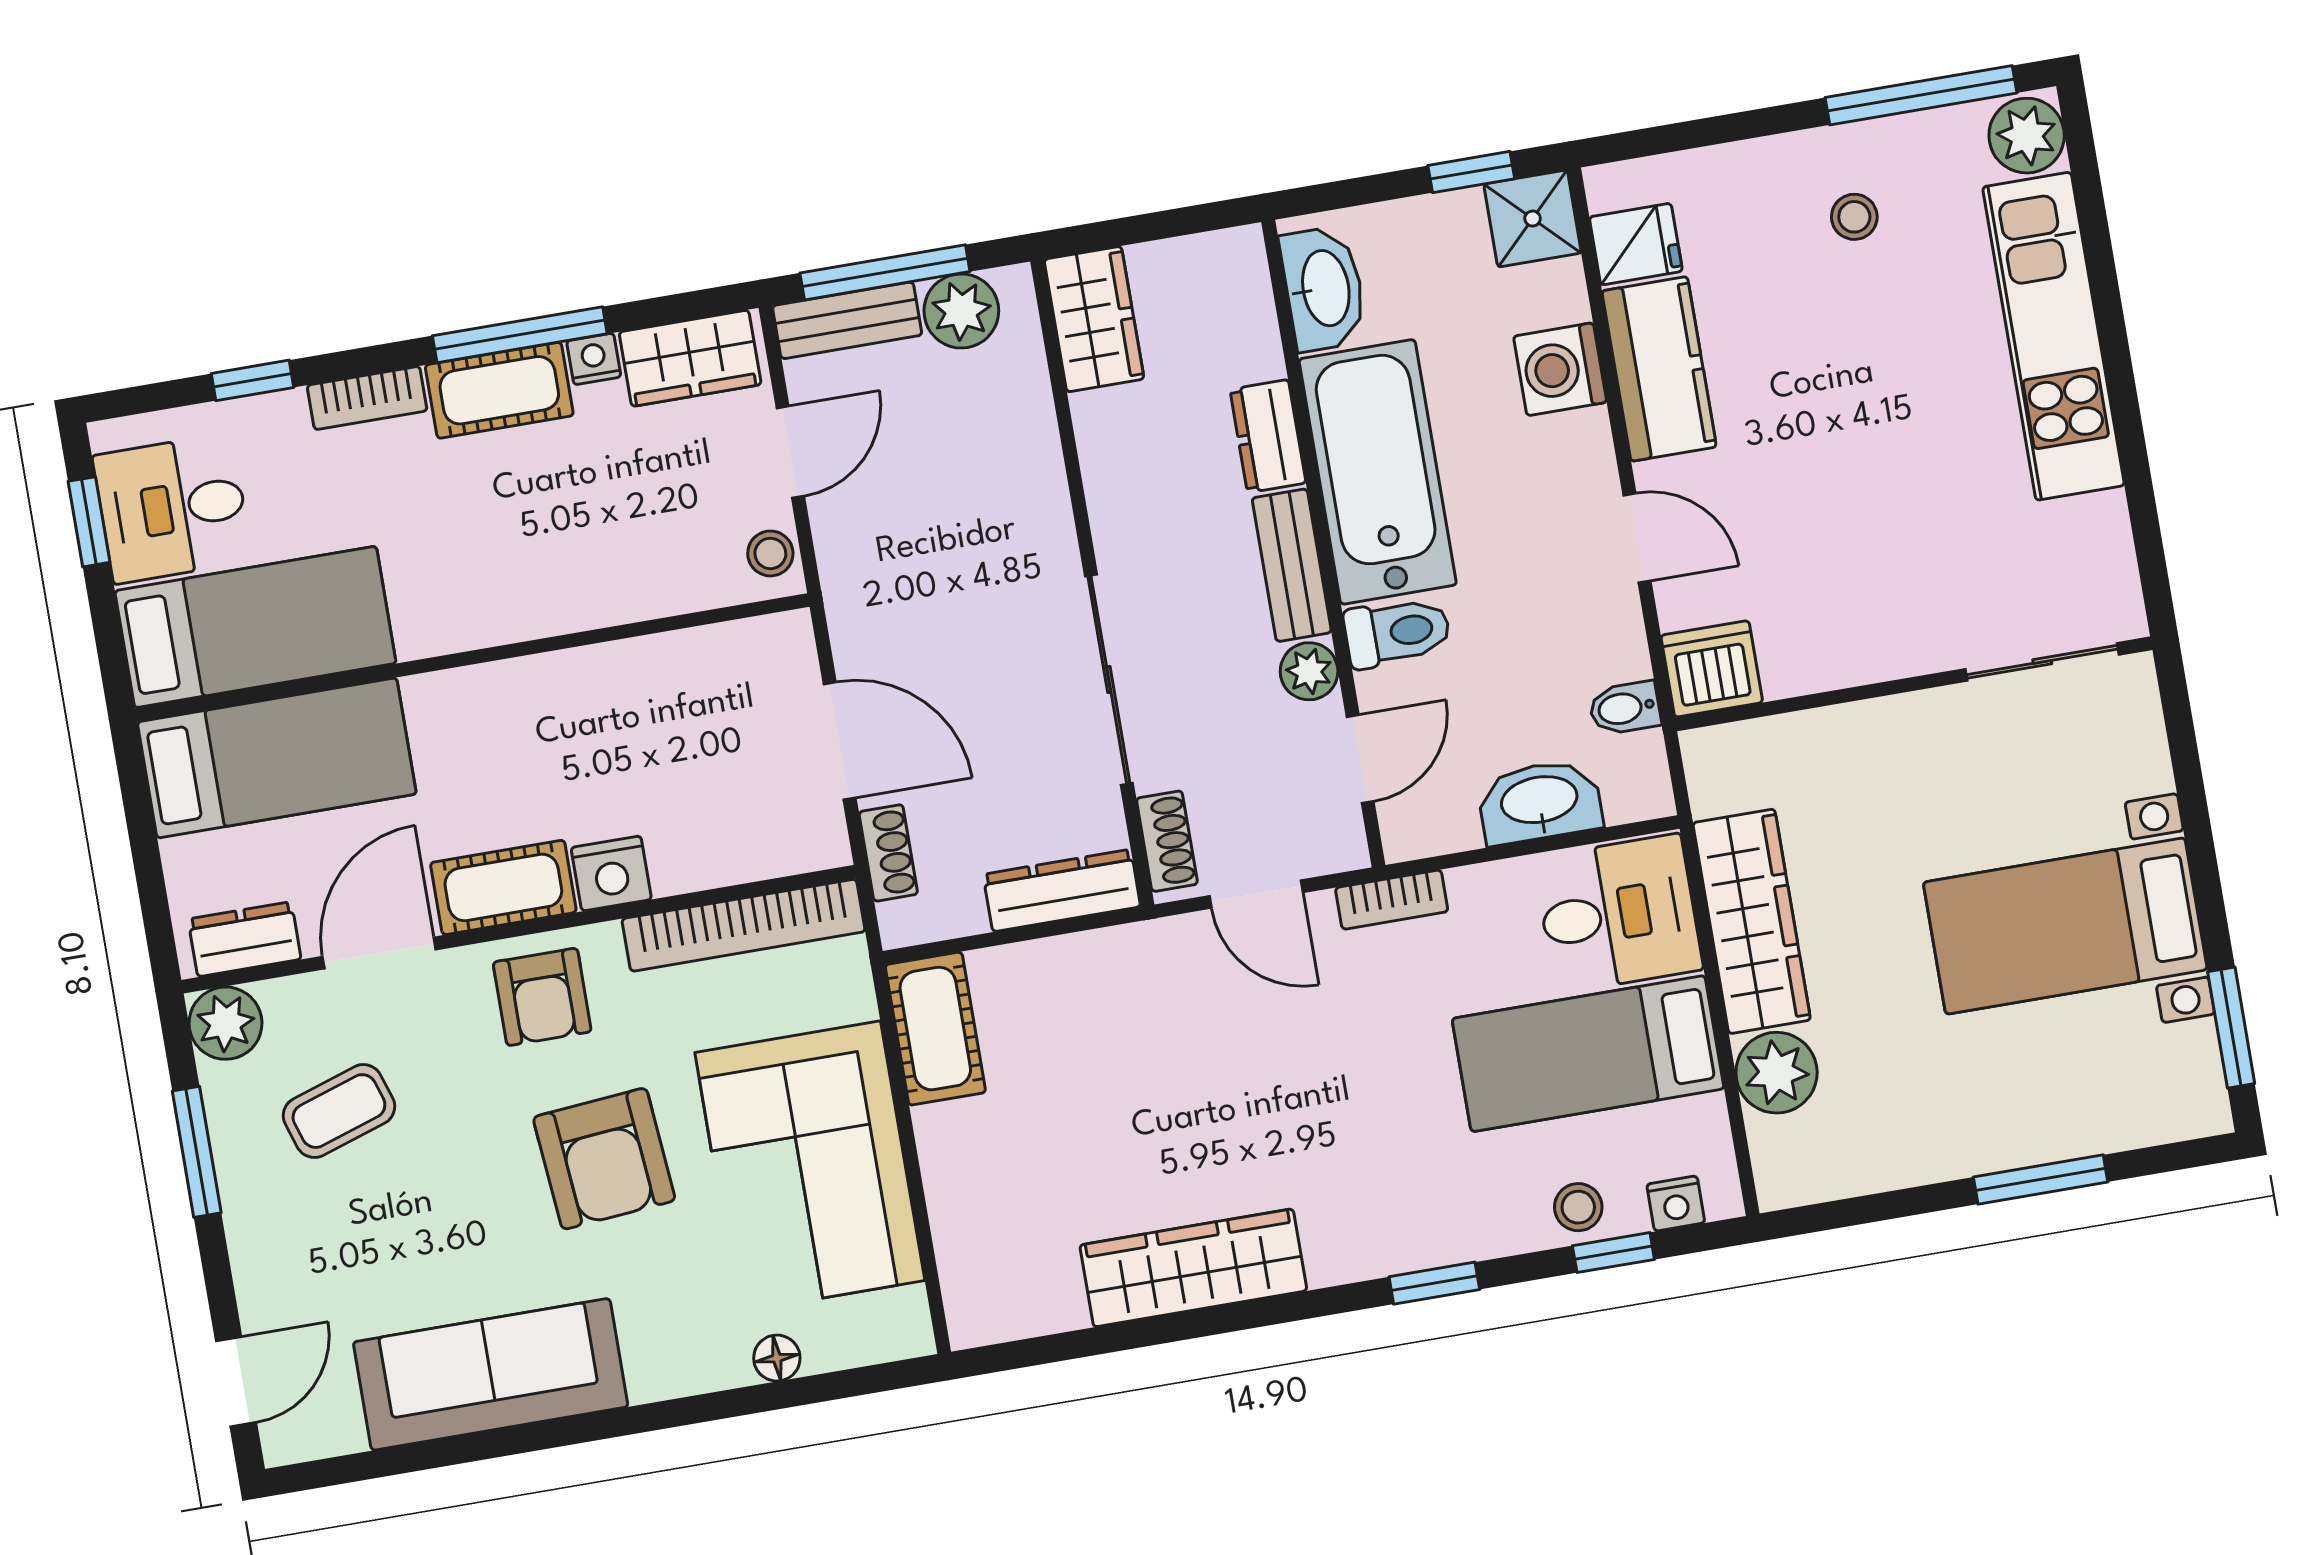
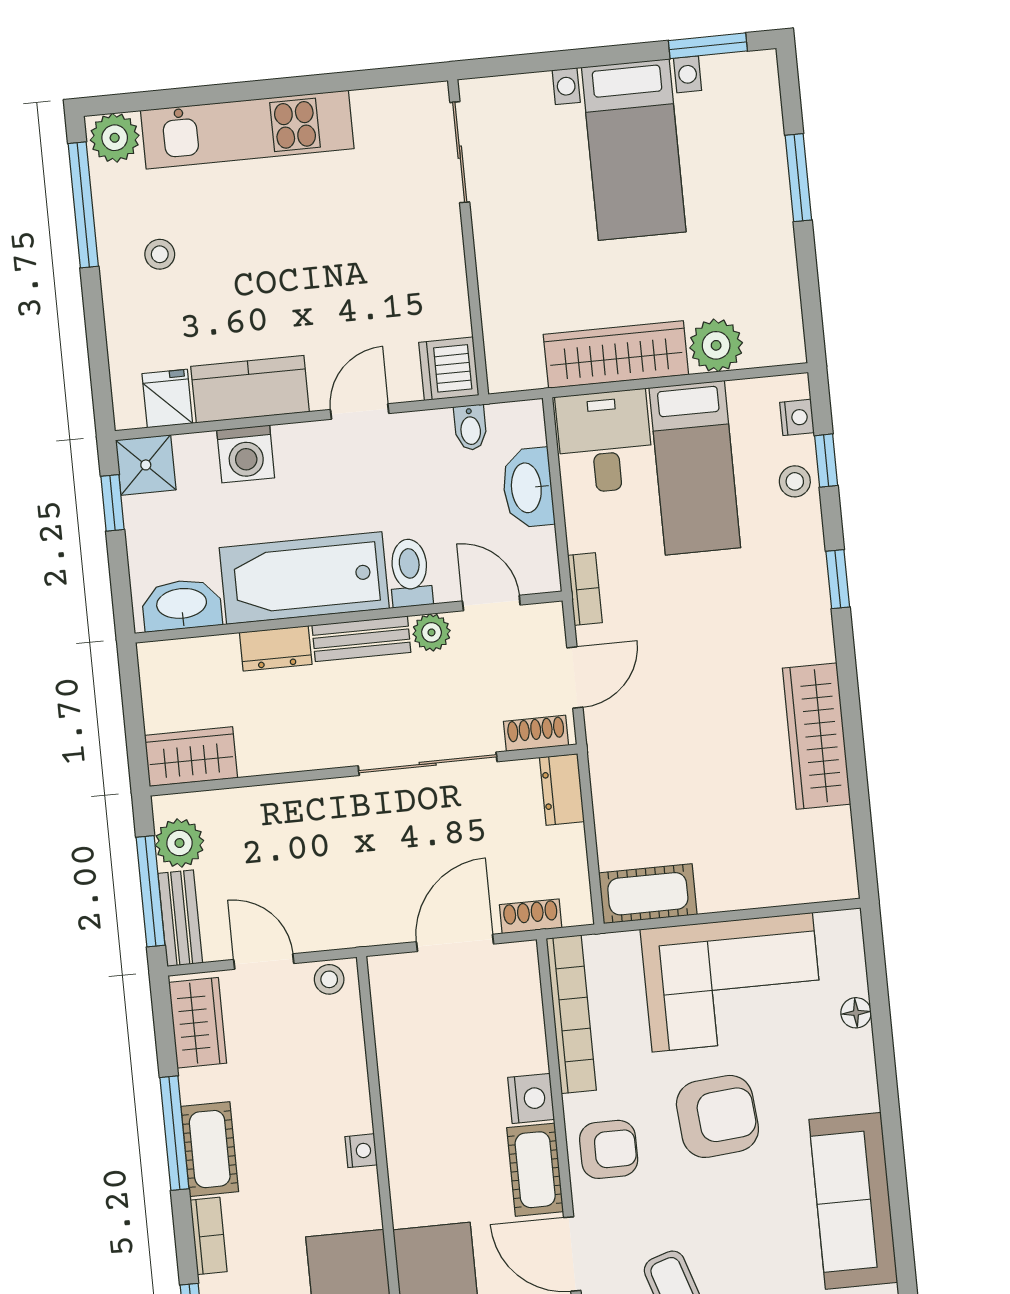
nightstand: (594, 359) -> (361, 1151), moved, turned 180
dresser: (1062, 891) -> (562, 790), width x0.70

